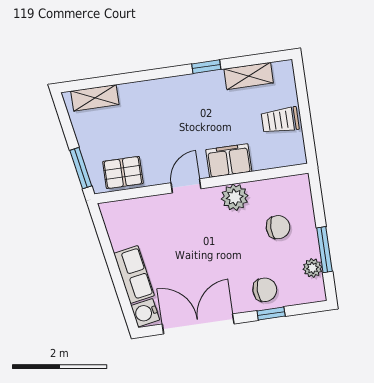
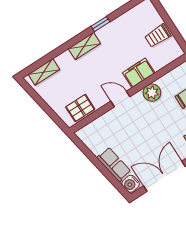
shelving: (249, 76) -> (84, 46), moved
window: (81, 168) -> (54, 117), removed
door: (186, 186) -> (120, 99), hinge flipped

